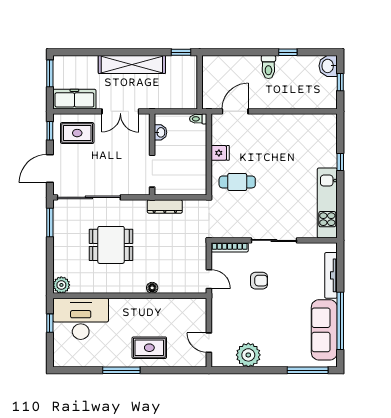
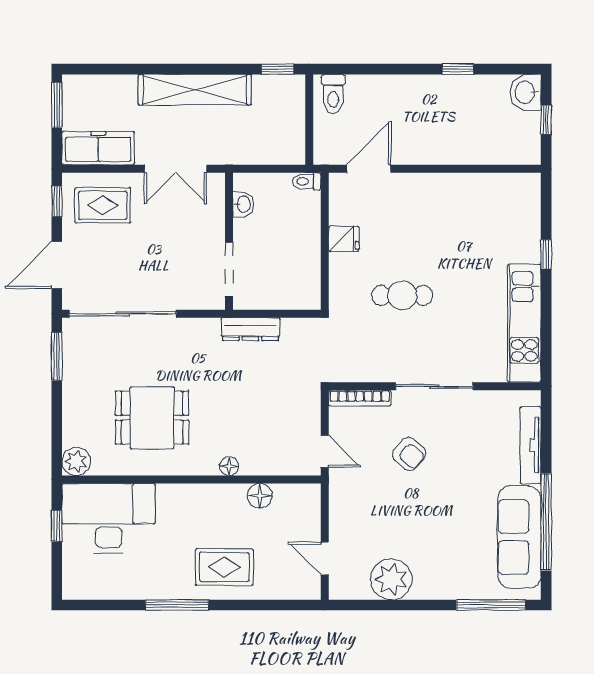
toilet: (268, 67) -> (333, 94), moved
cafe table: (237, 182) -> (402, 295), moved
dining table: (111, 245) -> (152, 418), moved
armchair: (259, 281) -> (409, 454), turned 41
floor lamp: (170, 305) -> (260, 496), added

